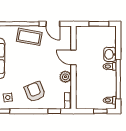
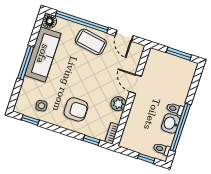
washbasin: (110, 54) -> (171, 123), moved
armchair: (35, 92) -> (76, 109), turned 112

